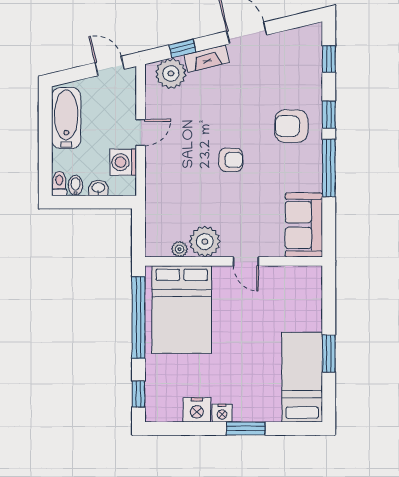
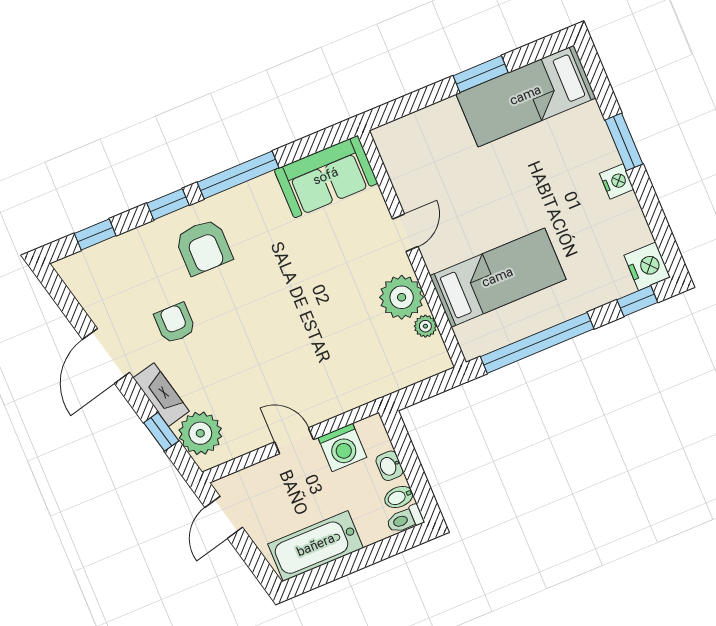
armchair: (231, 160) -> (175, 323), moved
bed: (182, 310) -> (498, 278), width x0.67
nightstand: (197, 410) -> (647, 266), moved

